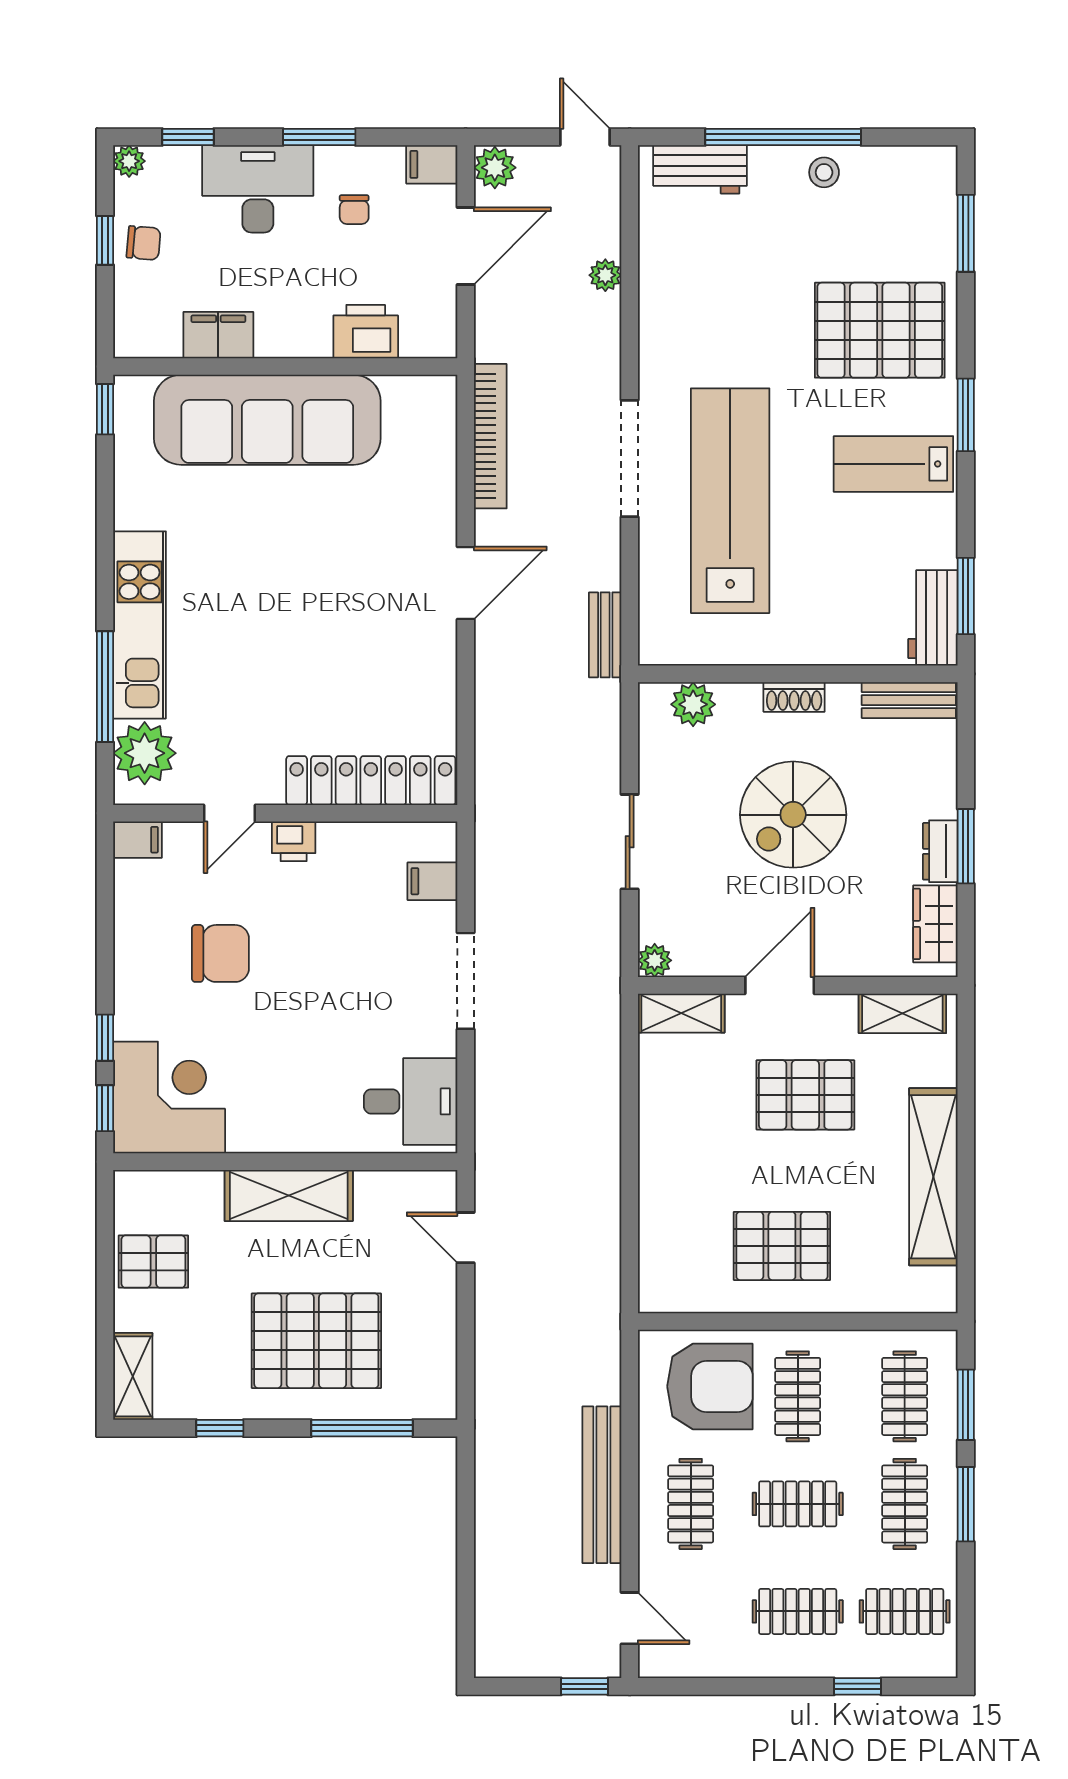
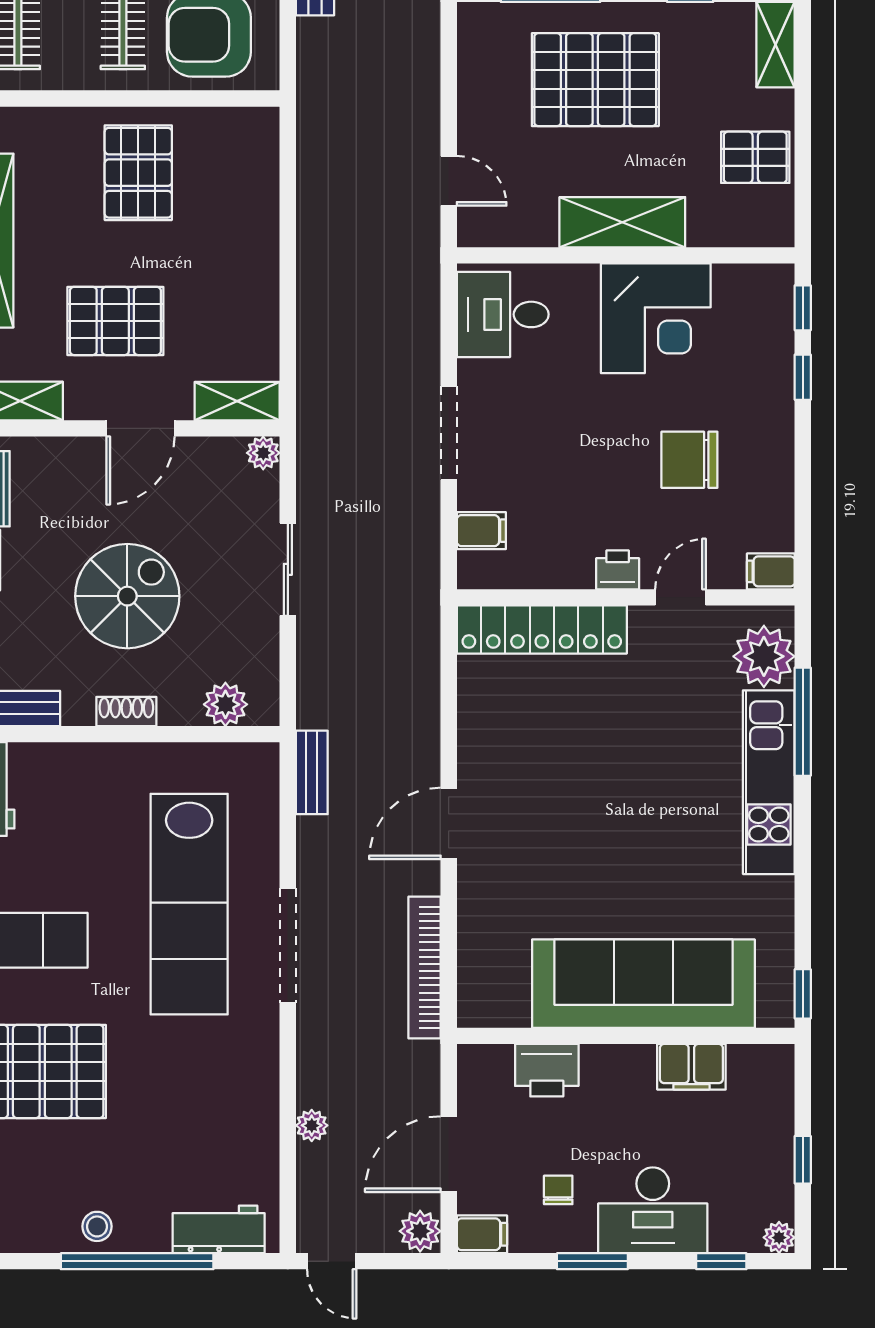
chair: (144, 243) -> (765, 1157), removed
corner desk: (169, 1098) -> (656, 318), moved, turned -90
pallet: (782, 1246) -> (138, 173), turned 90

